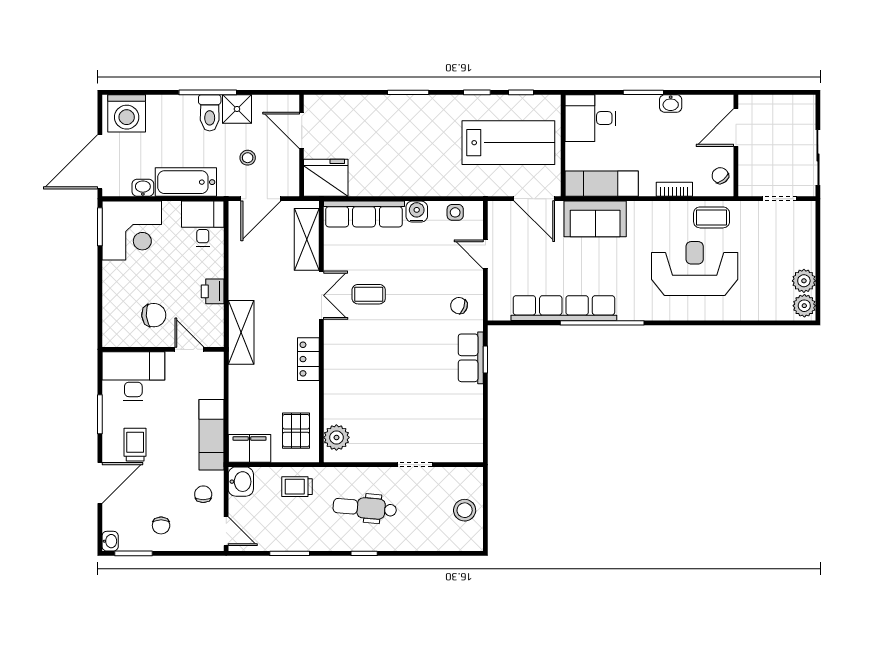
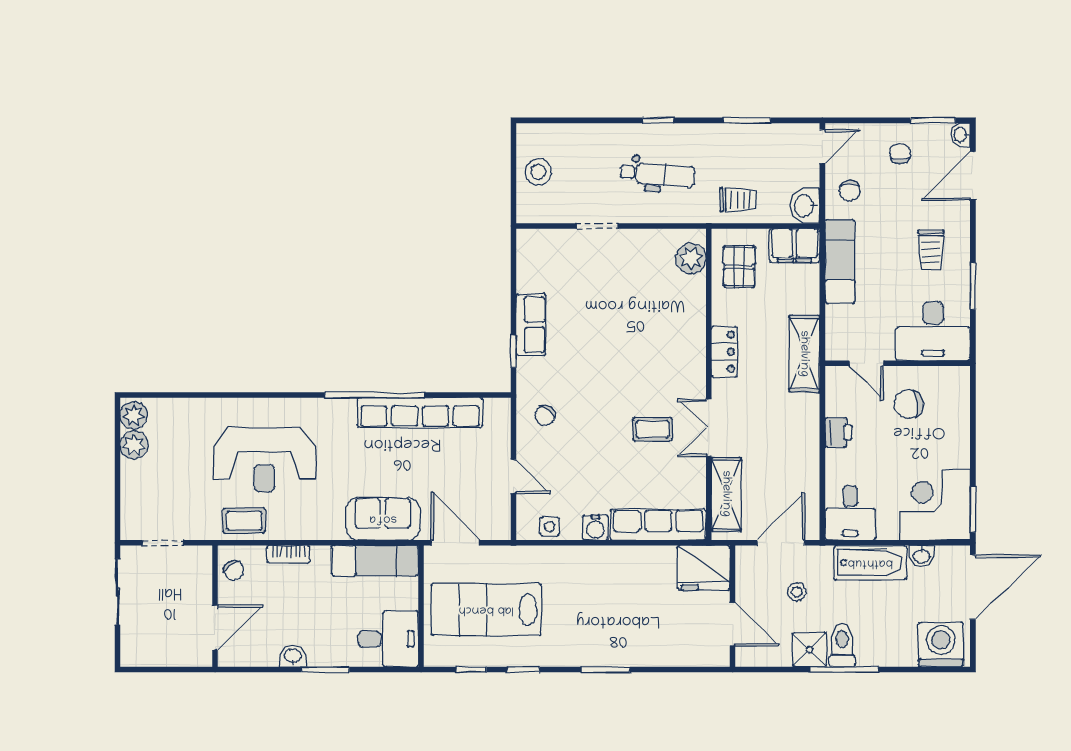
chair: (459, 306) -> (545, 415), turned 107
shelving: (241, 332) -> (804, 354), moved
row of seats: (471, 358) -> (531, 325), moved
door: (100, 483) -> (973, 176), moved
door: (226, 531) -> (822, 147), swing flipped

